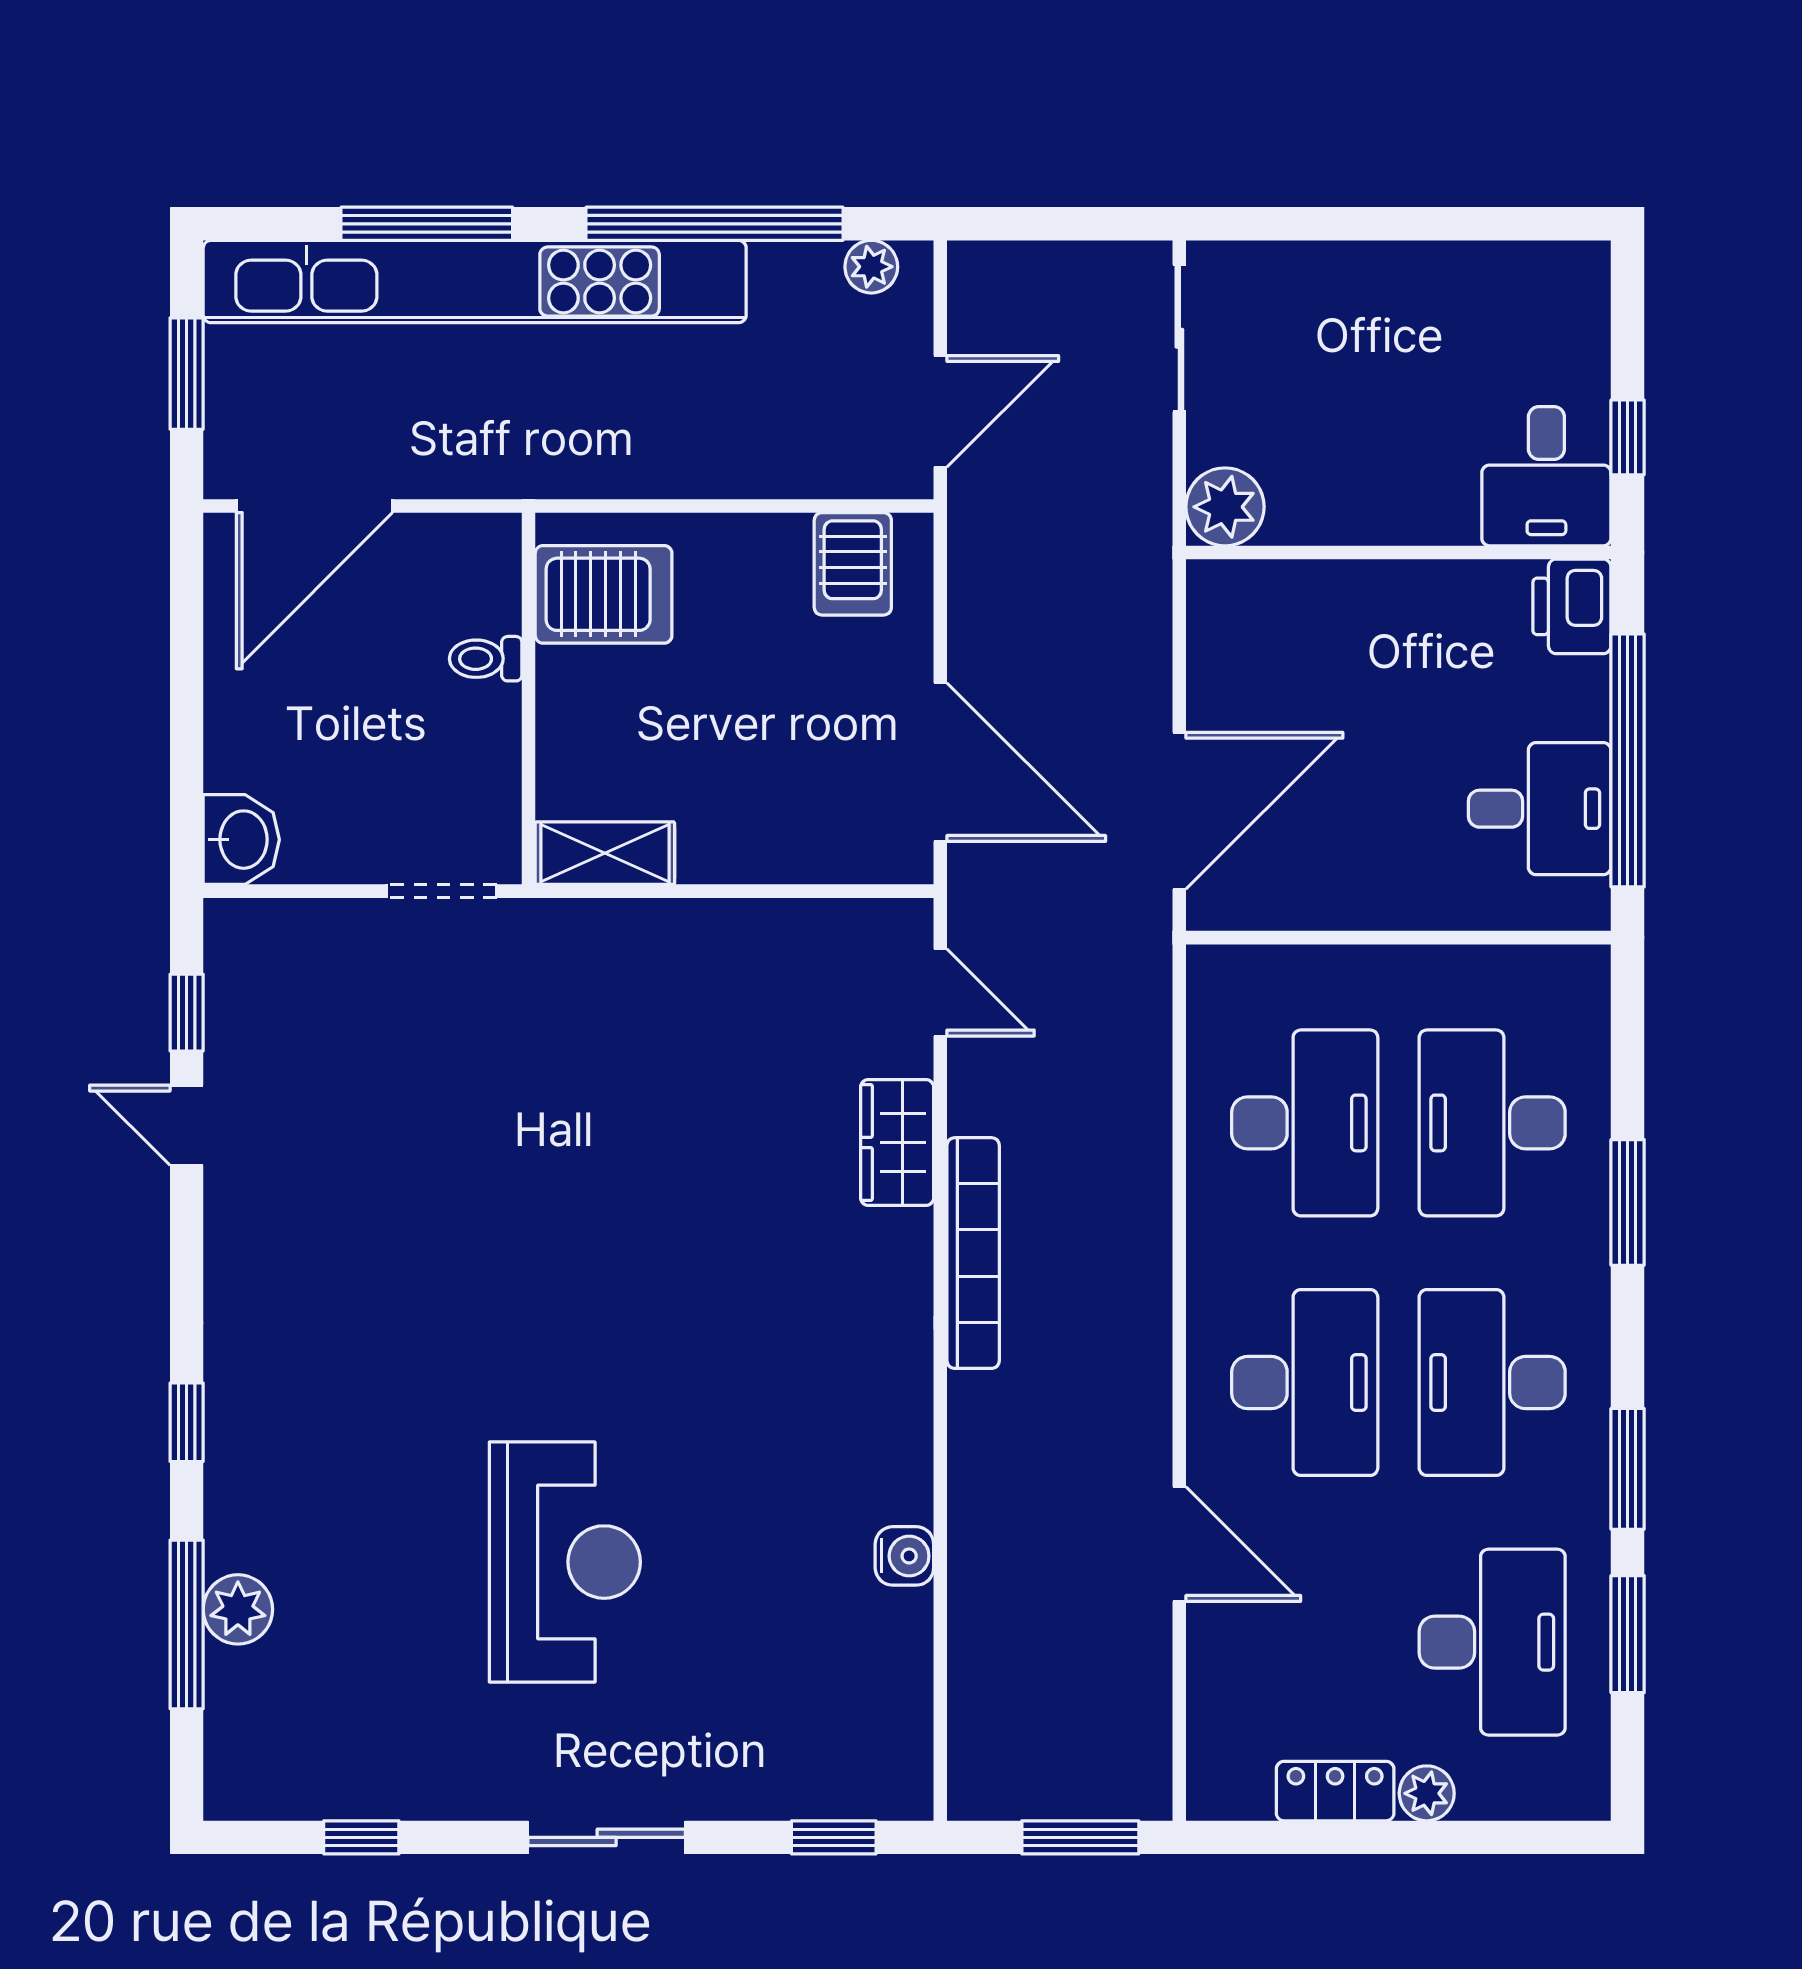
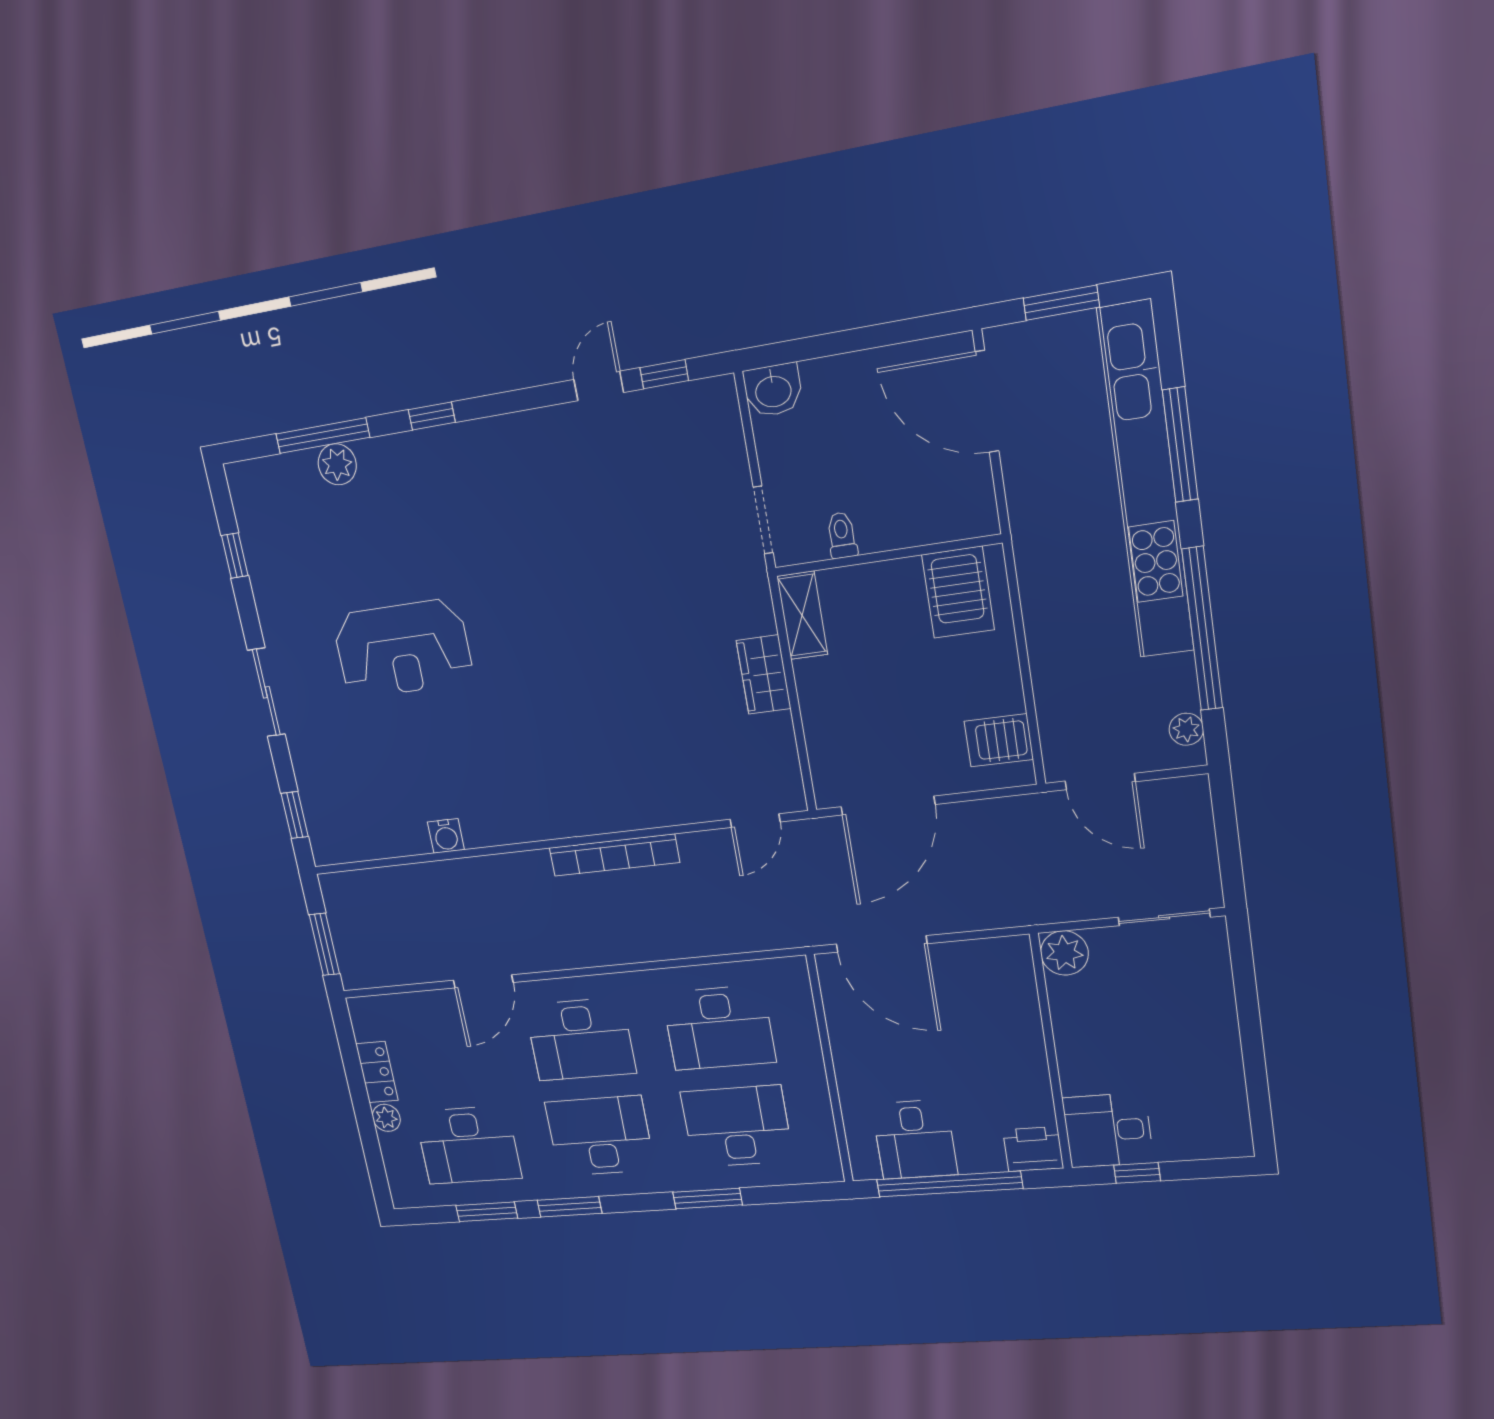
toilet: (486, 659) -> (842, 535), moved
wardrobe: (897, 1142) -> (764, 675), moved, turned -90

